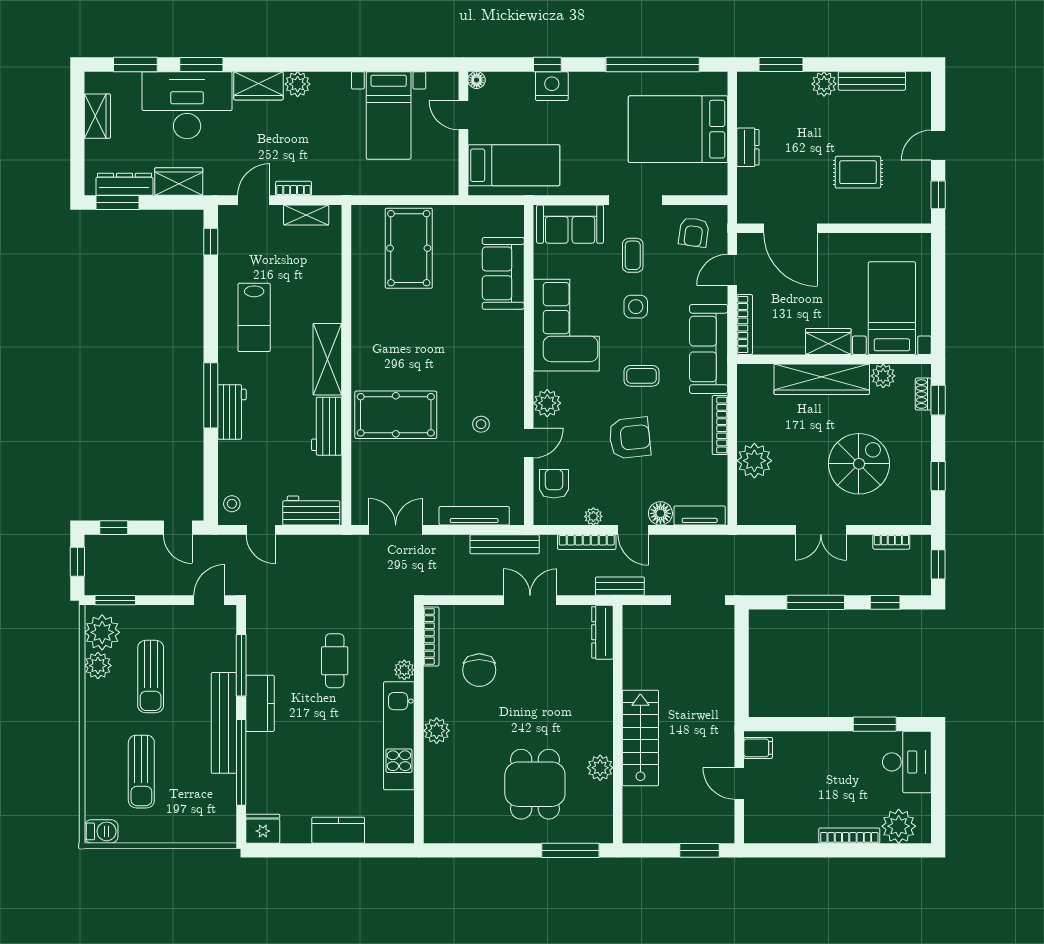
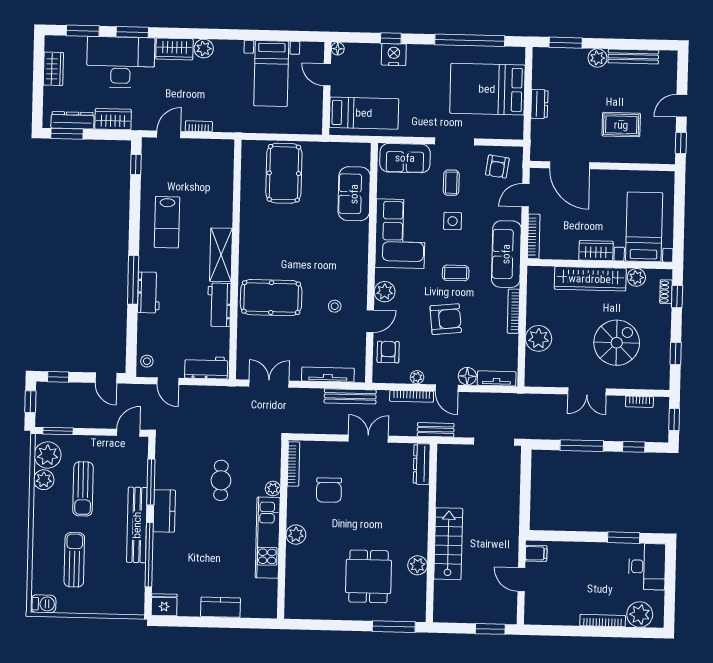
shelving: (306, 215) -> (208, 146), removed
sun lounger: (141, 772) -> (74, 560), turned 180

